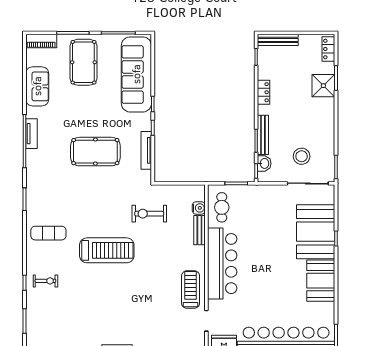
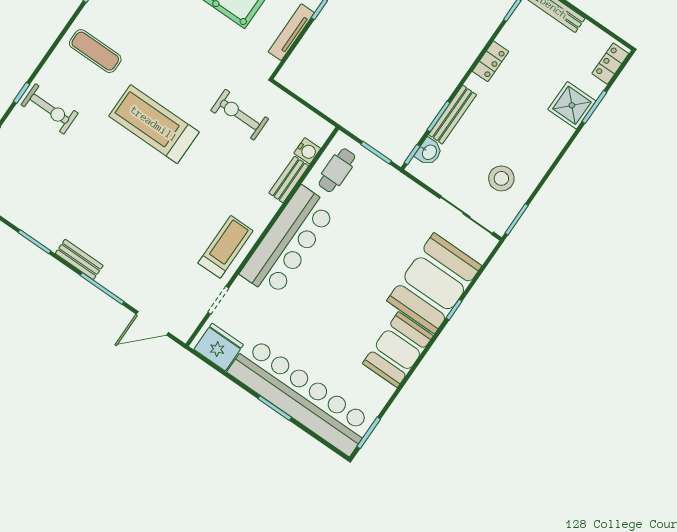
stool: (302, 156) -> (501, 178), moved
treadmill: (107, 250) -> (154, 124), turned 180
exercise bike: (45, 281) -> (50, 109), width x1.38, depth x1.39

